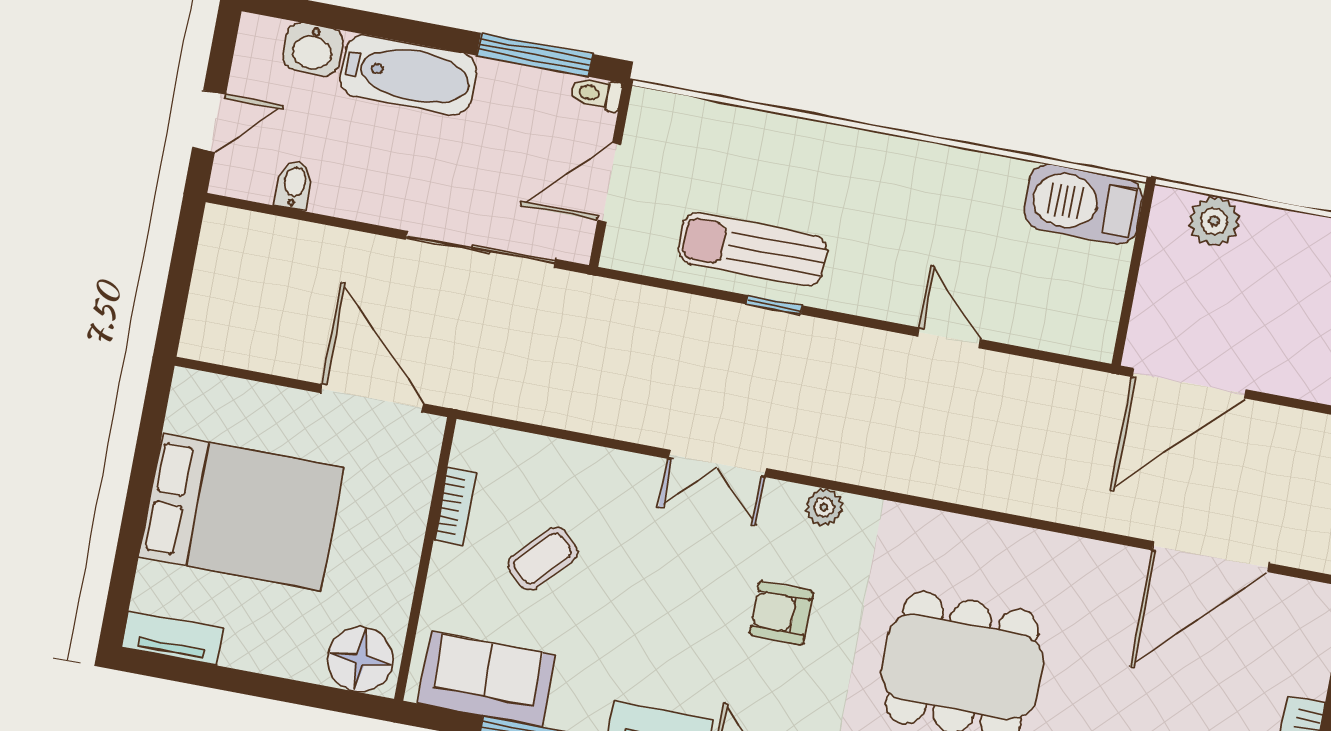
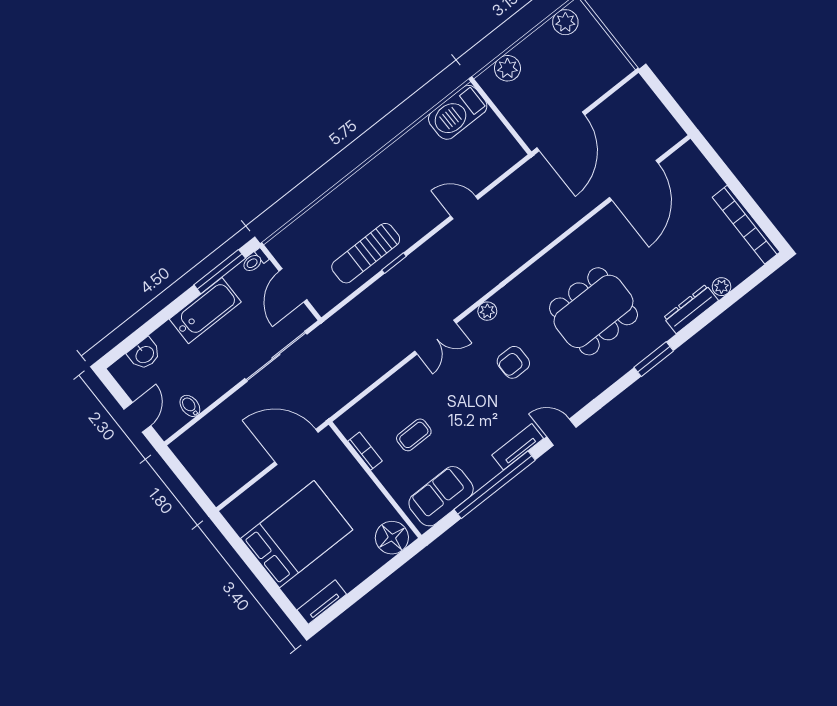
bathtub: (409, 75) -> (205, 311), moved
coffee table: (543, 559) -> (414, 435), turned 47

